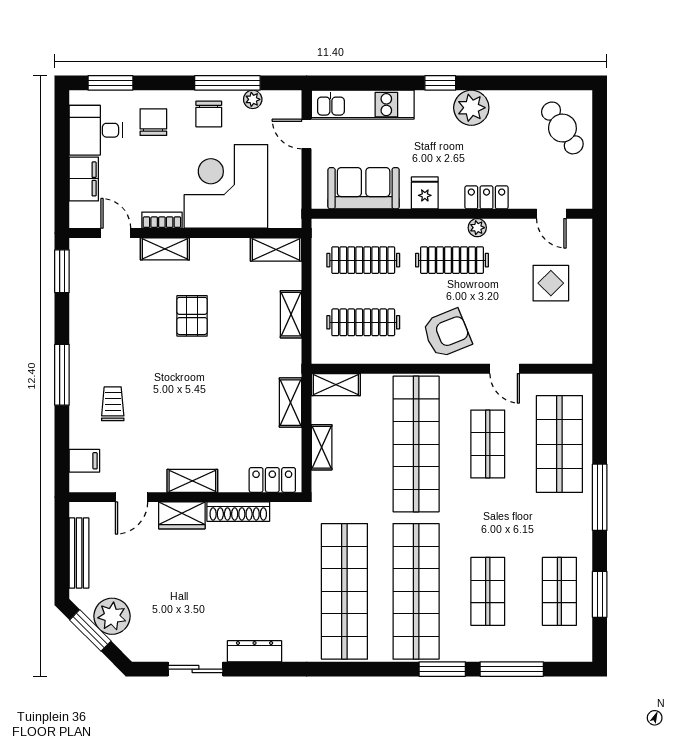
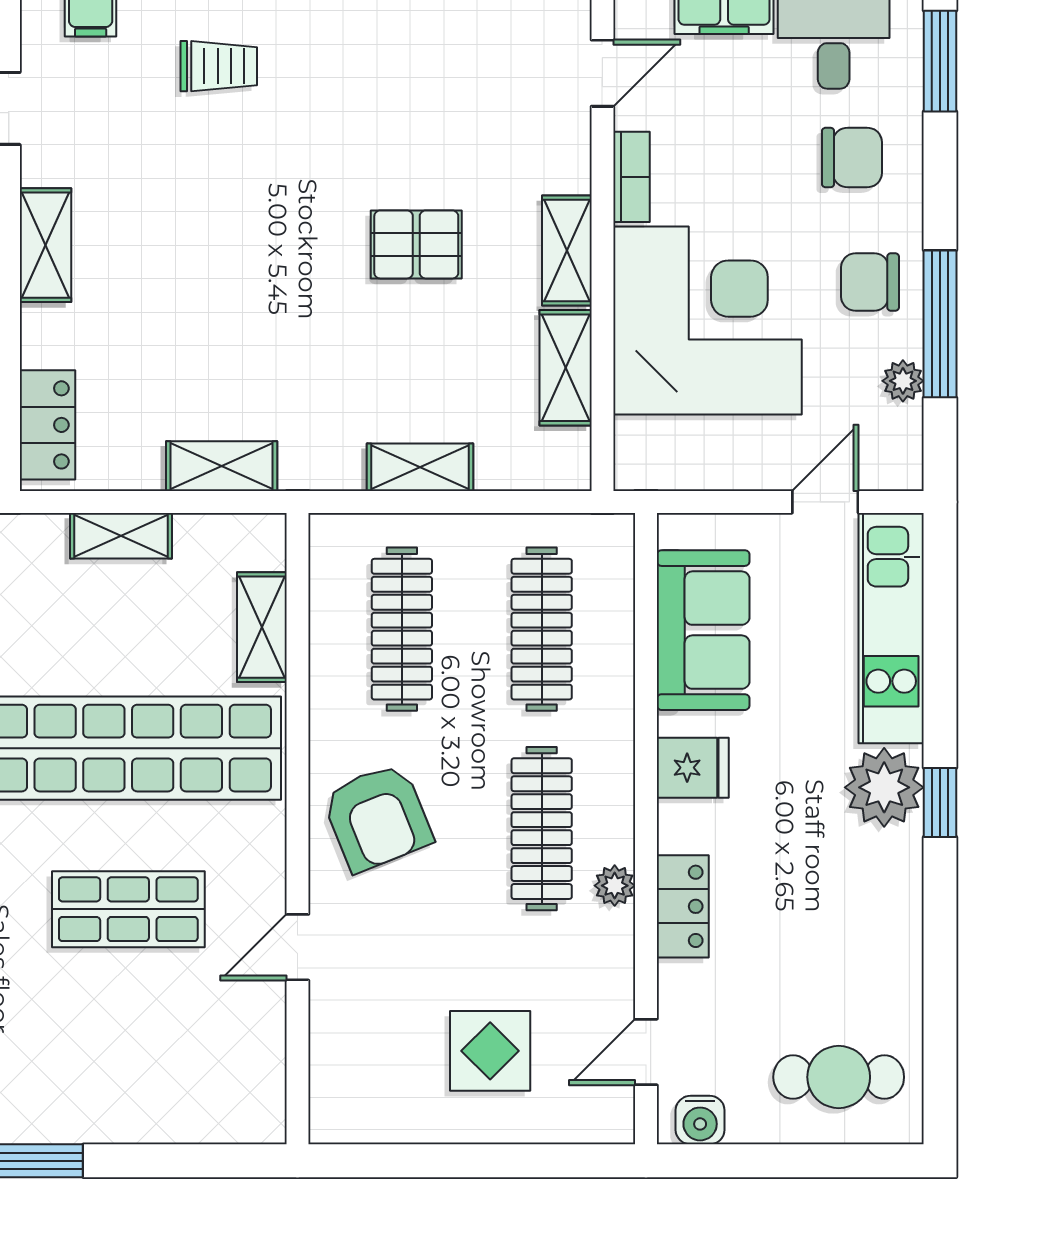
plant: (471, 108) -> (884, 787), moved
cafe table: (562, 128) -> (839, 1077), turned 34
water cooler: (582, 190) -> (700, 1120), added
shelving: (165, 249) -> (567, 250), moved
shelving: (276, 249) -> (566, 368), moved
shelving: (336, 385) -> (262, 627), moved
shop shelf: (559, 444) -> (128, 1070), removed

